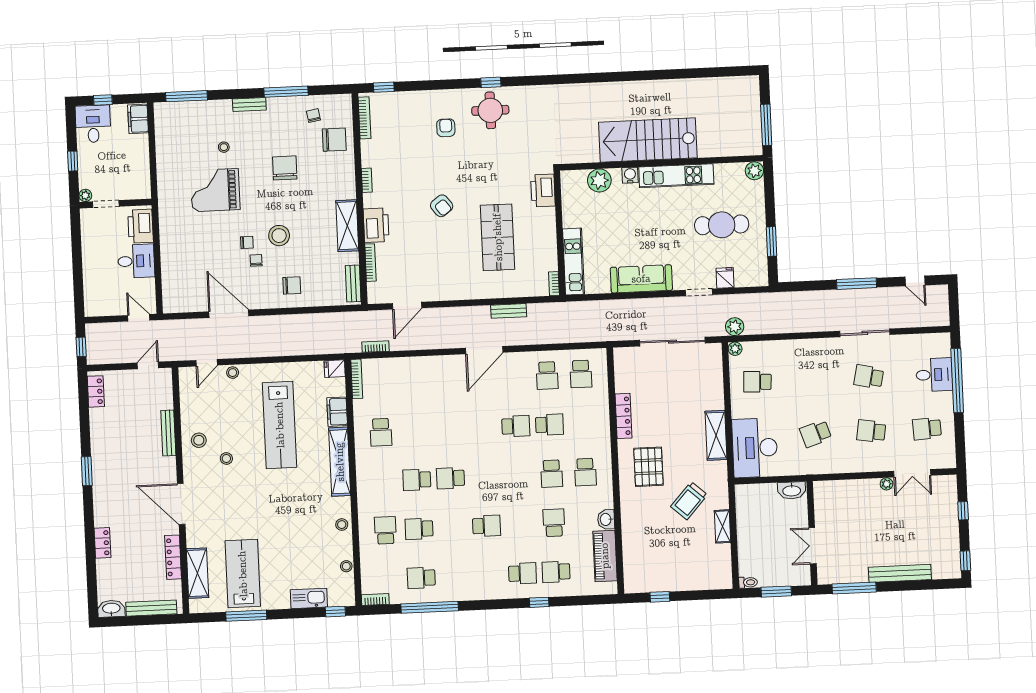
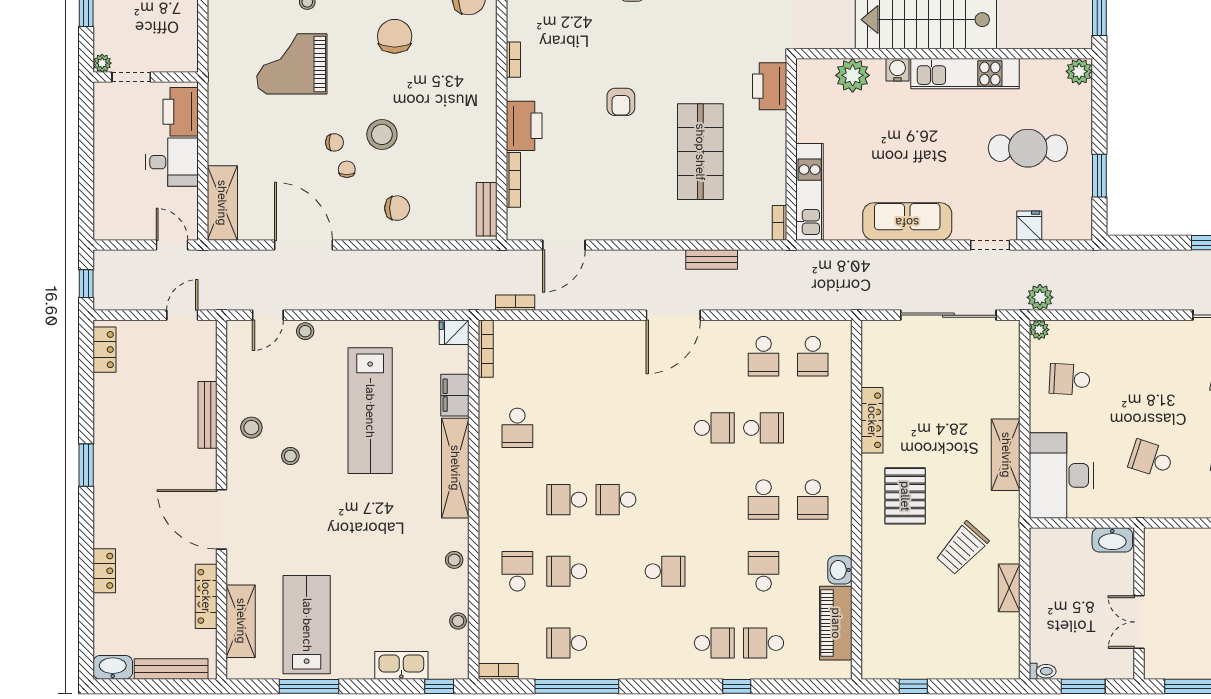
armchair: (442, 206) -> (621, 102), turned 37
shelving: (347, 226) -> (222, 203), moved
school desk: (816, 434) -> (1151, 459), turned 36

